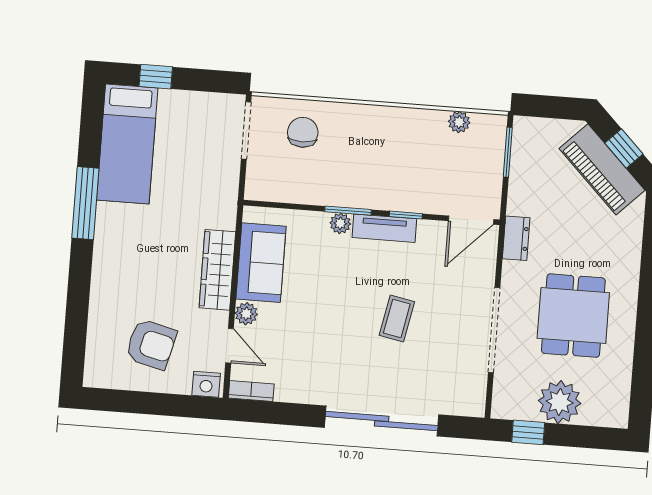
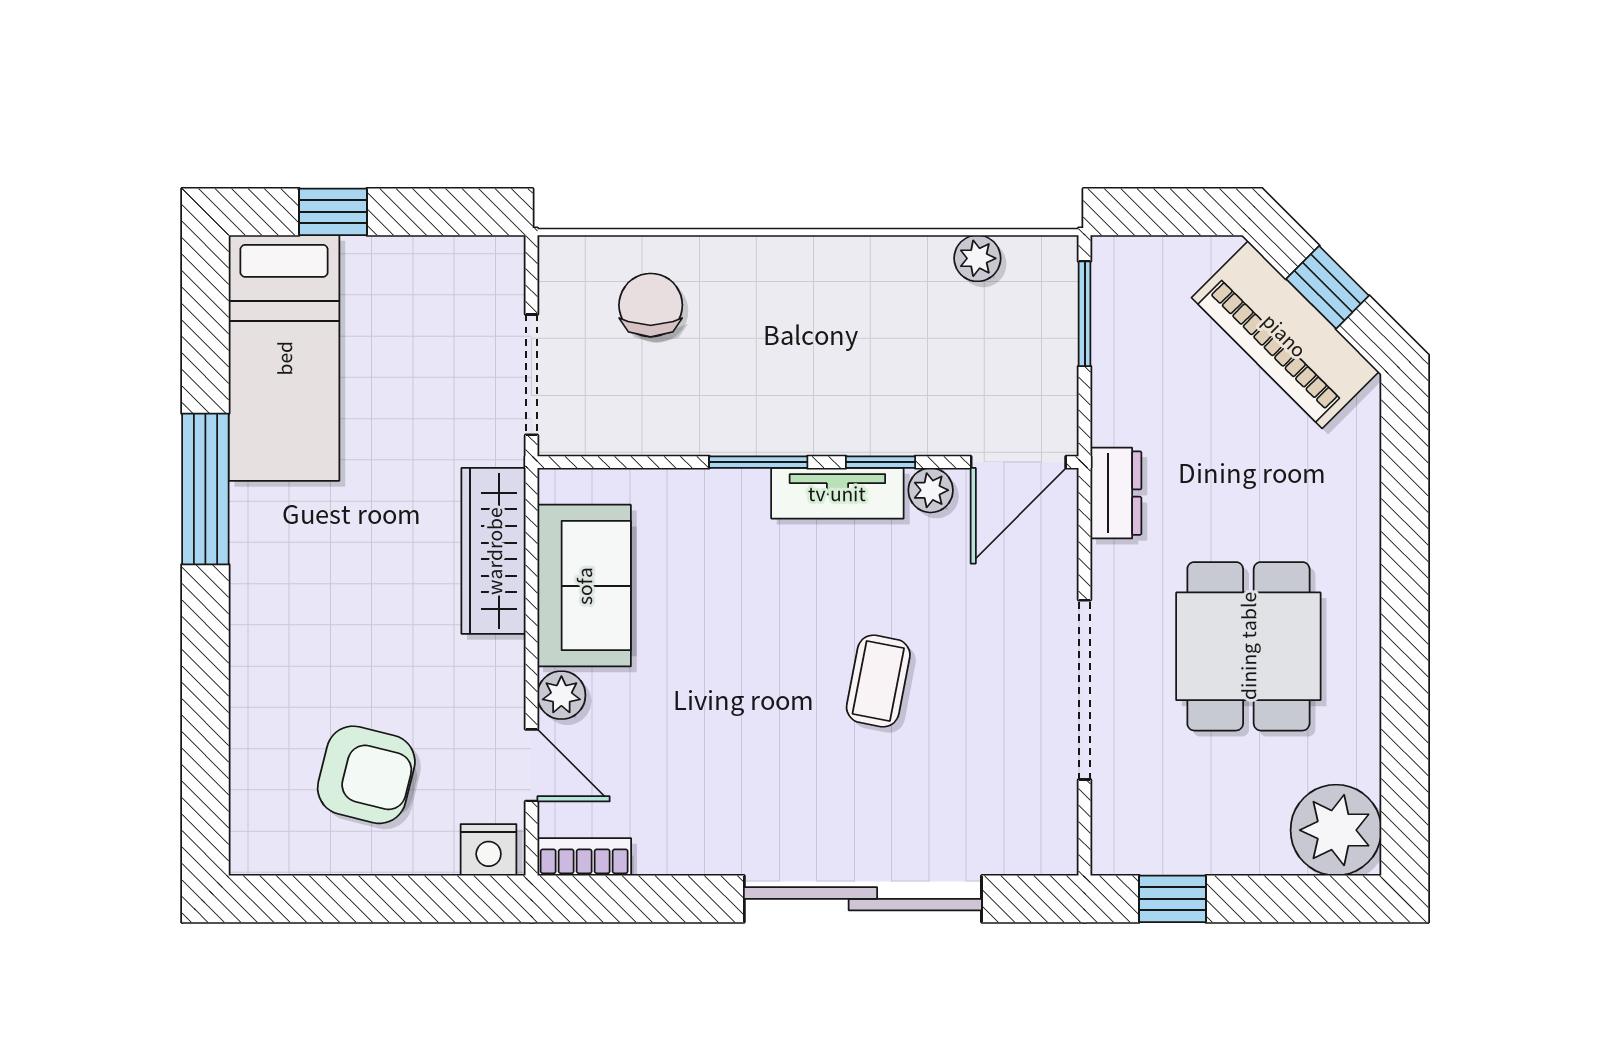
doorway: (246, 130) -> (531, 375), moved
plant: (340, 223) -> (931, 490), moved
wardrobe: (217, 270) -> (494, 551), moved
plant: (560, 402) -> (1336, 830), moved

